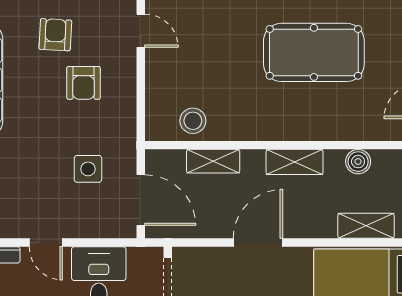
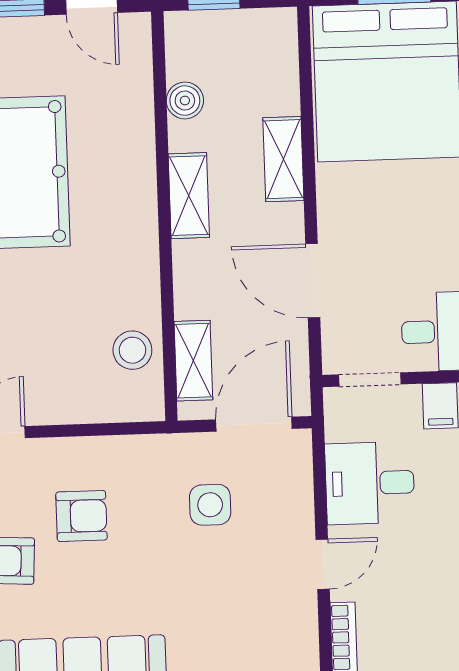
shelving: (213, 161) -> (193, 361), moved
shelving: (366, 226) -> (283, 159), moved
door: (258, 243) -> (313, 281), moved

